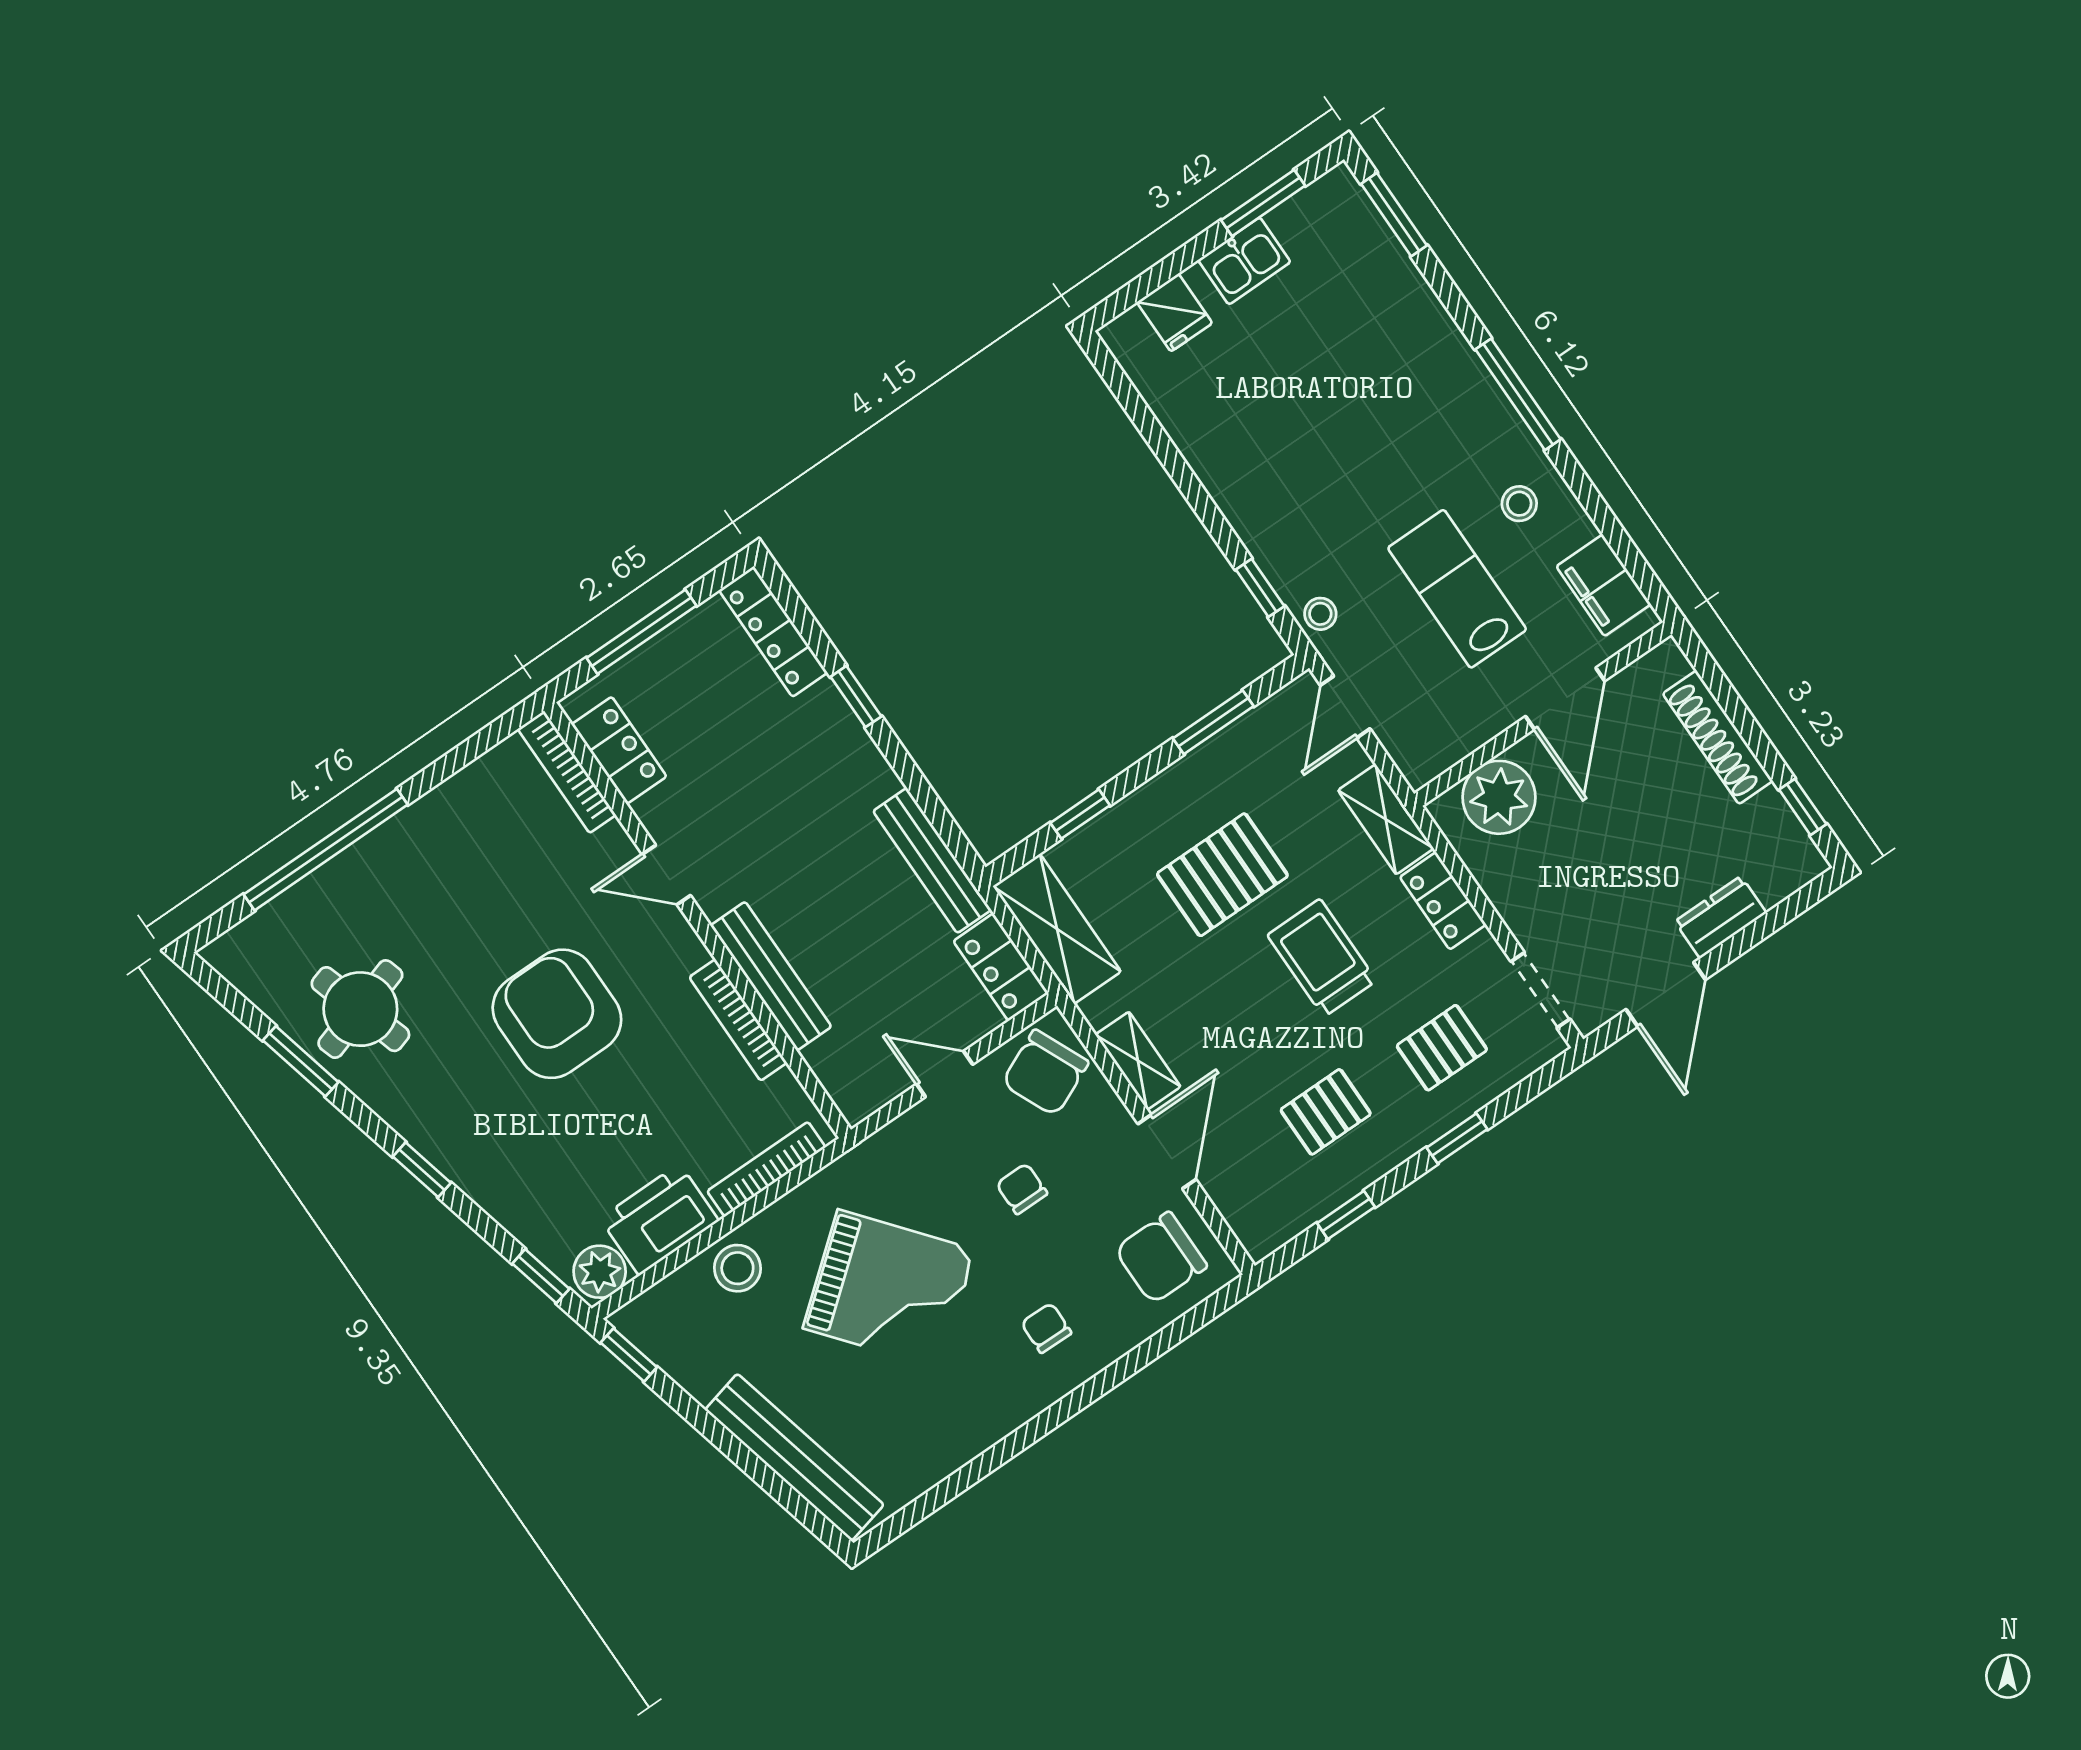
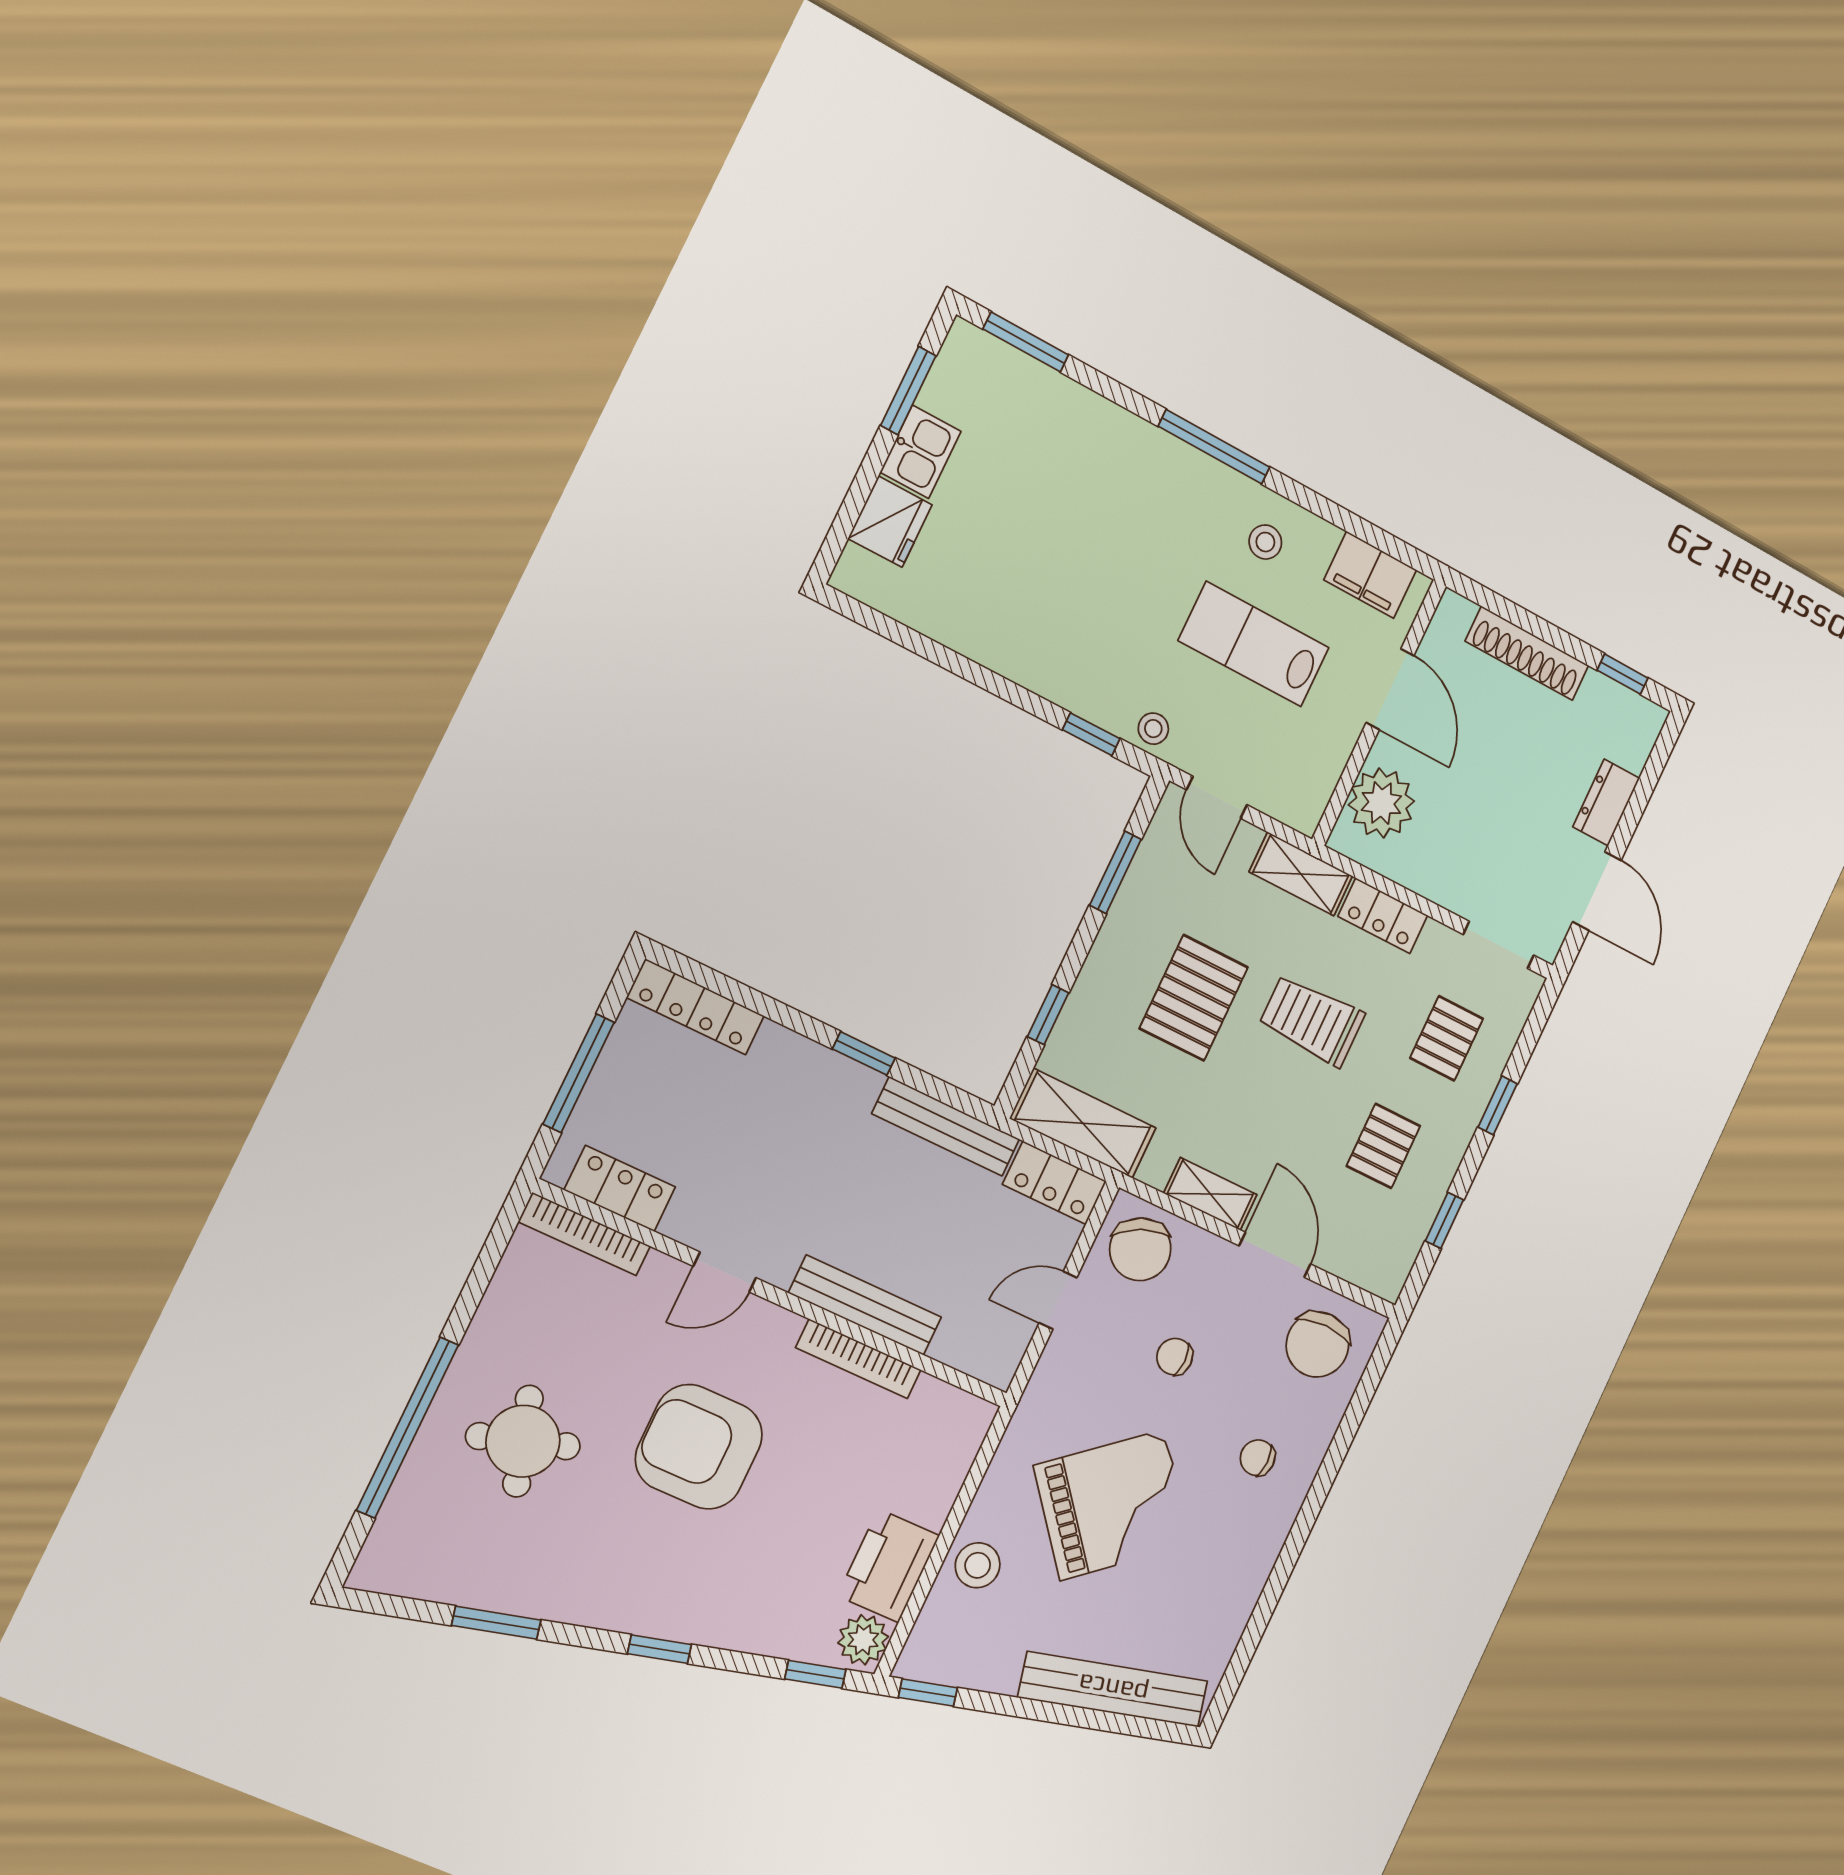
fridge: (1175, 313) -> (890, 522), width x1.38
window: (856, 697) -> (864, 1053), moved
round table: (360, 1009) -> (523, 1441), moved
bookcase: (766, 1169) -> (955, 1469), removed

